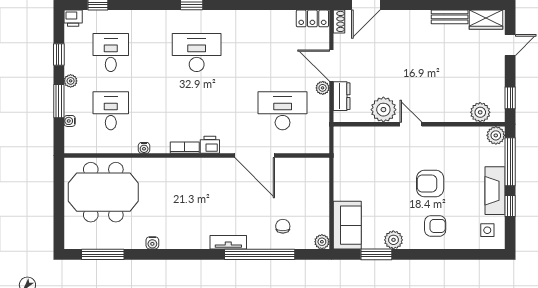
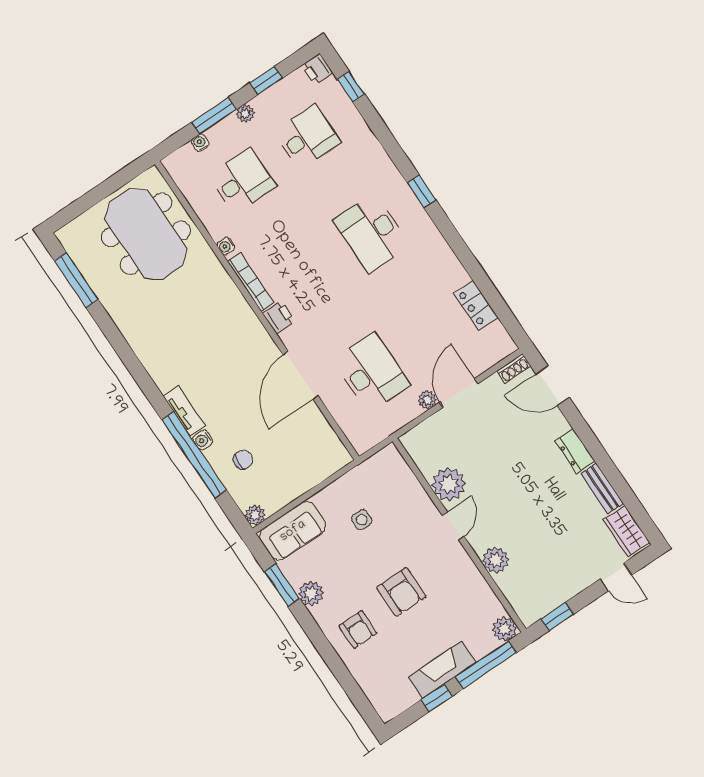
locker: (312, 18) -> (476, 305), moved
desk: (197, 53) -> (372, 233), turned 180
dresser: (342, 96) -> (575, 451), moved, turned 90
plant: (480, 112) -> (496, 560), moved
bookcase: (185, 148) -> (251, 282), width x1.56
armchair: (430, 184) -> (401, 592), turned 180
side table: (487, 230) -> (362, 520), moved
water cooler: (152, 243) -> (203, 440), moved

